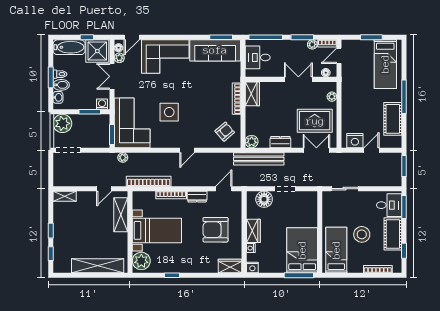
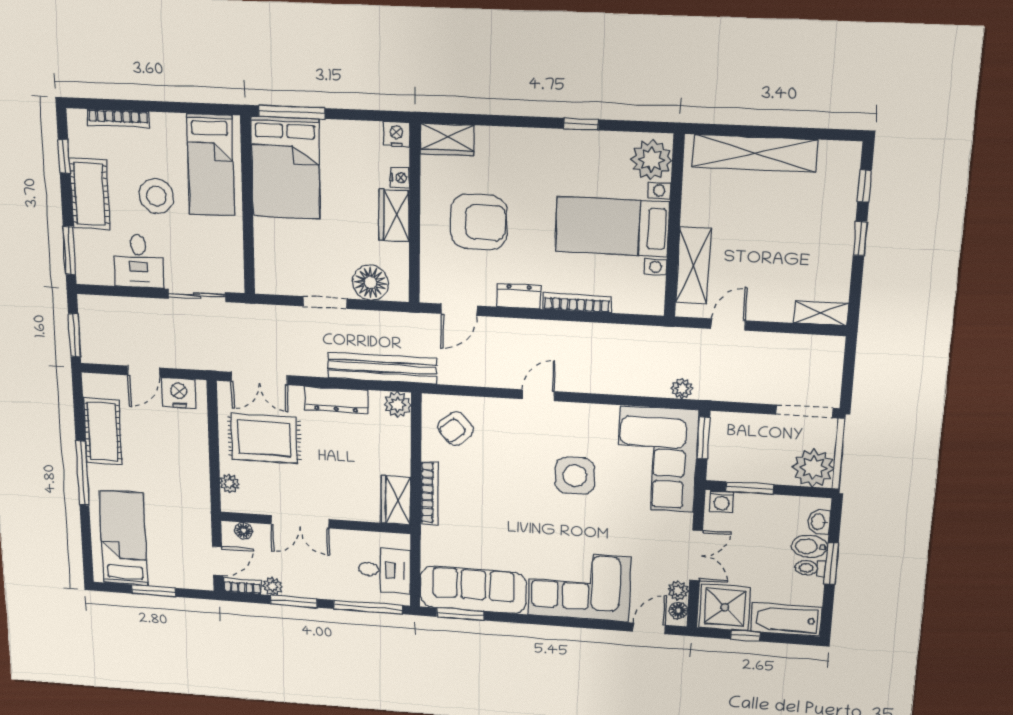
dresser: (280, 142) -> (336, 400), width x1.44
bookcase: (149, 181) -> (626, 335), removed
desk: (389, 205) -> (139, 261), moved, turned -90

